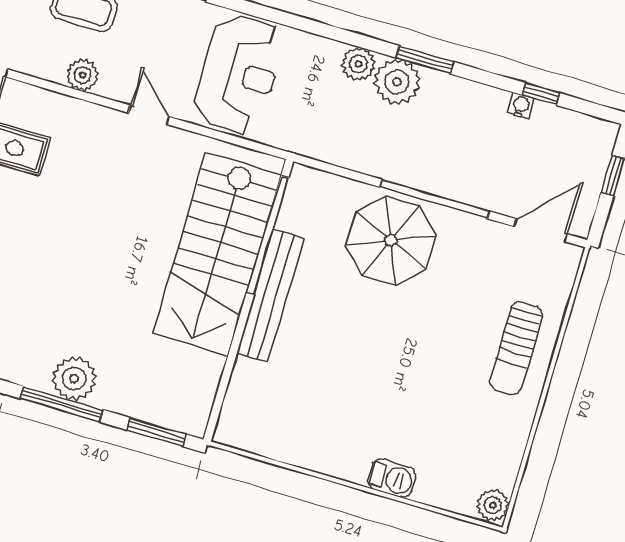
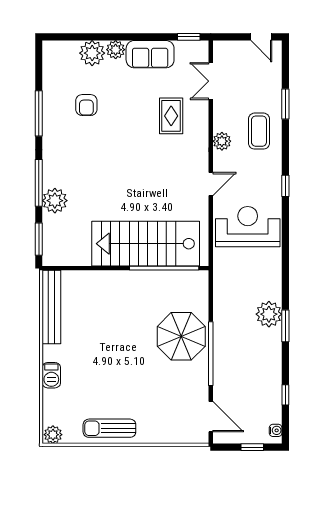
plant: (358, 64) -> (272, 290), removed
reception desk: (239, 74) -> (248, 227), turned 180
water cooler: (521, 106) -> (276, 430), moved
bench: (270, 296) -> (51, 307), moved, turned 90
sun lounger: (516, 348) -> (109, 428), moved
plant: (74, 379) -> (55, 201), moved

